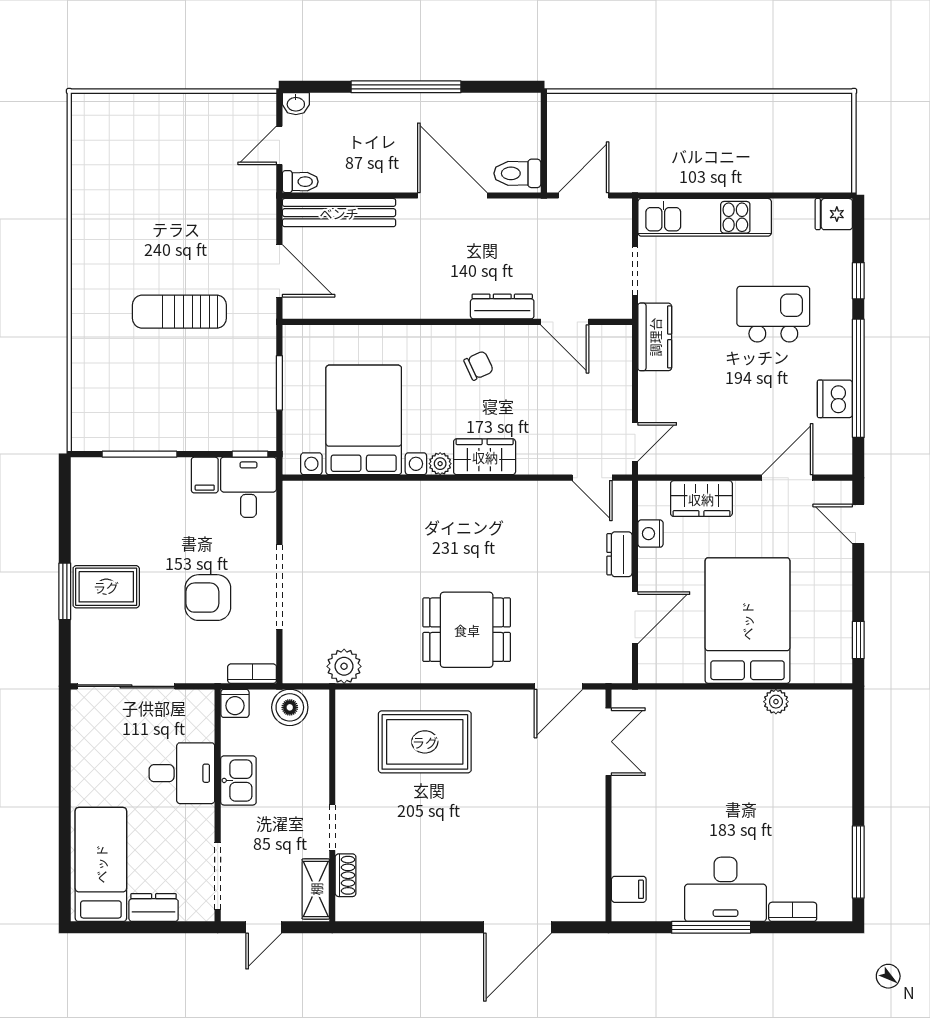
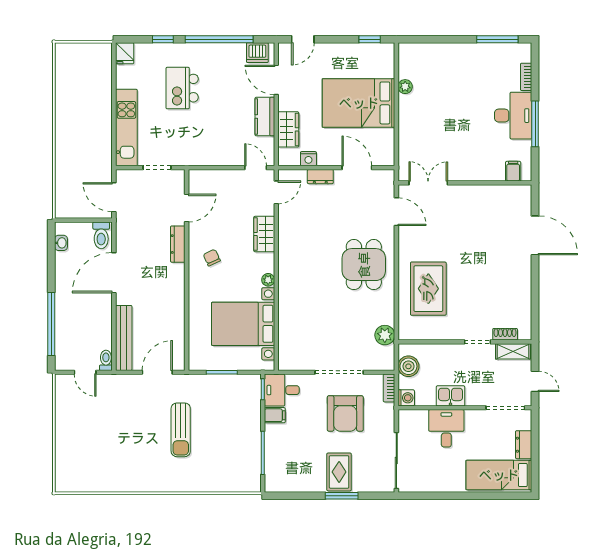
window: (406, 87) -> (51, 324), moved
washbasin: (296, 104) -> (61, 243), moved
kitchen counter: (655, 337) -> (265, 117), moved, turned -90
dishwasher: (835, 399) -> (257, 53), moved
wardrobe: (485, 457) -> (264, 234), moved
armchair: (208, 598) -> (345, 413), width x1.36, depth x1.36

